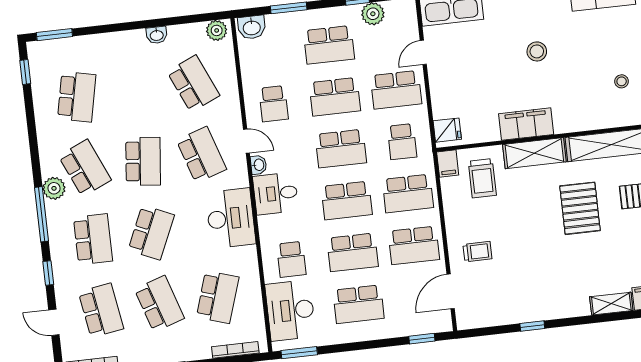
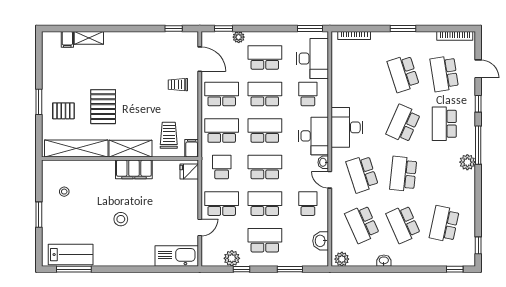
washbasin: (252, 27) -> (321, 241), moved, turned -90
window: (54, 35) -> (455, 269), width x0.67
school desk: (85, 168) -> (403, 224), moved
desk: (276, 193) -> (314, 136), width x1.37
door: (451, 291) -> (200, 59), hinge flipped
school desk: (218, 297) -> (362, 74), removed
window: (532, 326) -> (174, 29), moved
plant: (399, 329) -> (239, 37), added

